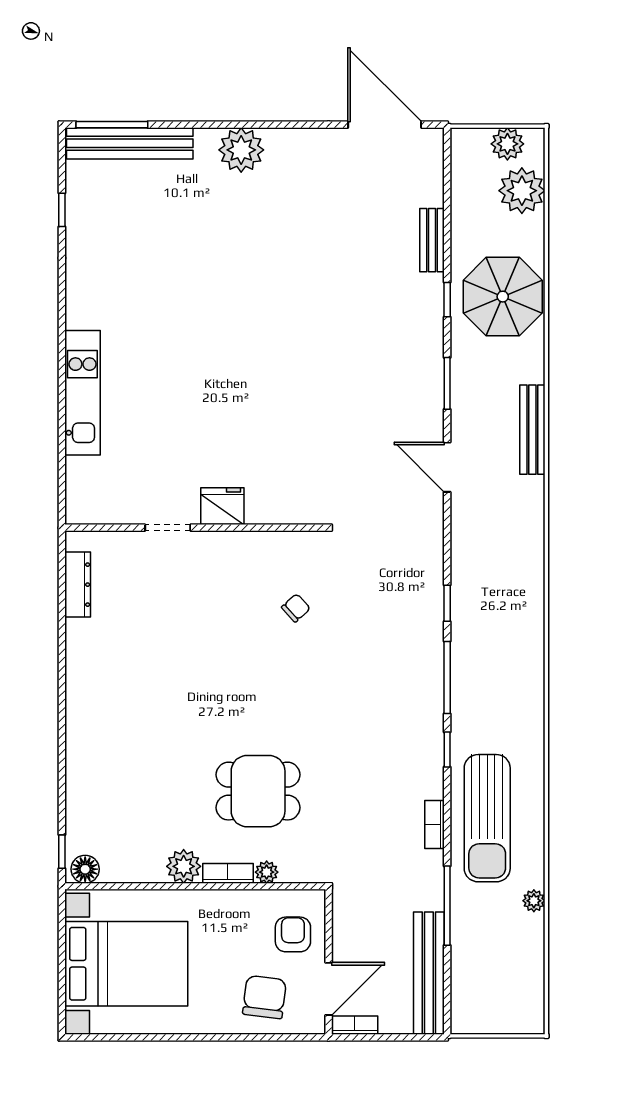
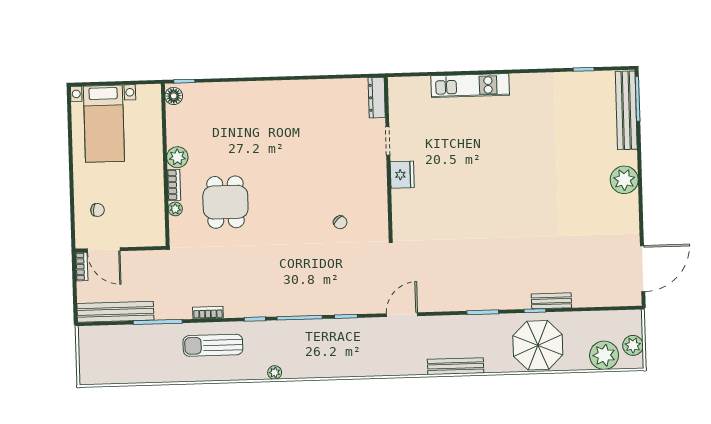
bench: (432, 240) -> (551, 301), moved
door: (447, 467) -> (402, 315), moved
dresser: (78, 585) -> (377, 98), moved, turned 90
sun lounger: (487, 818) -> (213, 345), width x0.73, depth x0.75
plant: (534, 901) -> (275, 372), moved
armchair: (293, 934) -> (137, 226), removed
bed with nightstands: (126, 964) -> (104, 124), width x0.73
chair: (264, 997) -> (97, 210), width x0.54, depth x0.54

